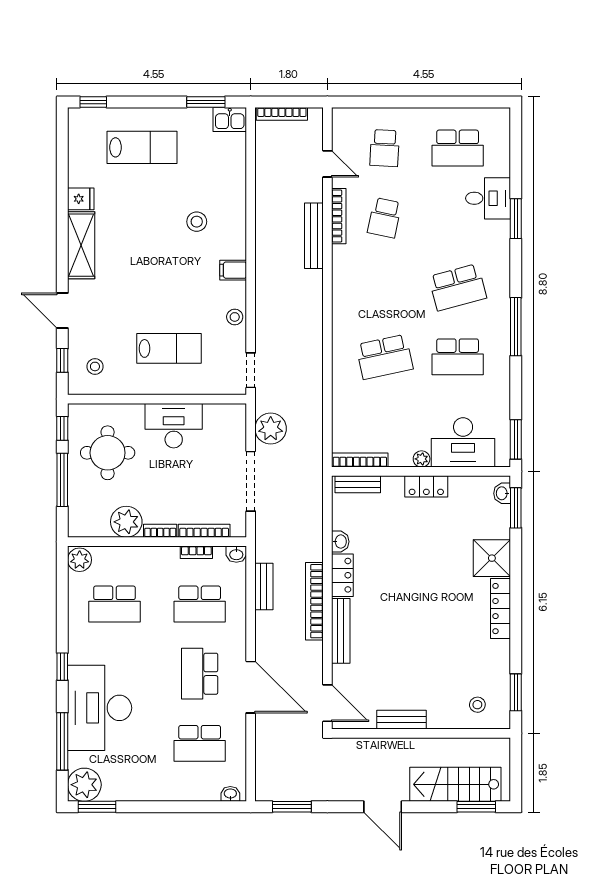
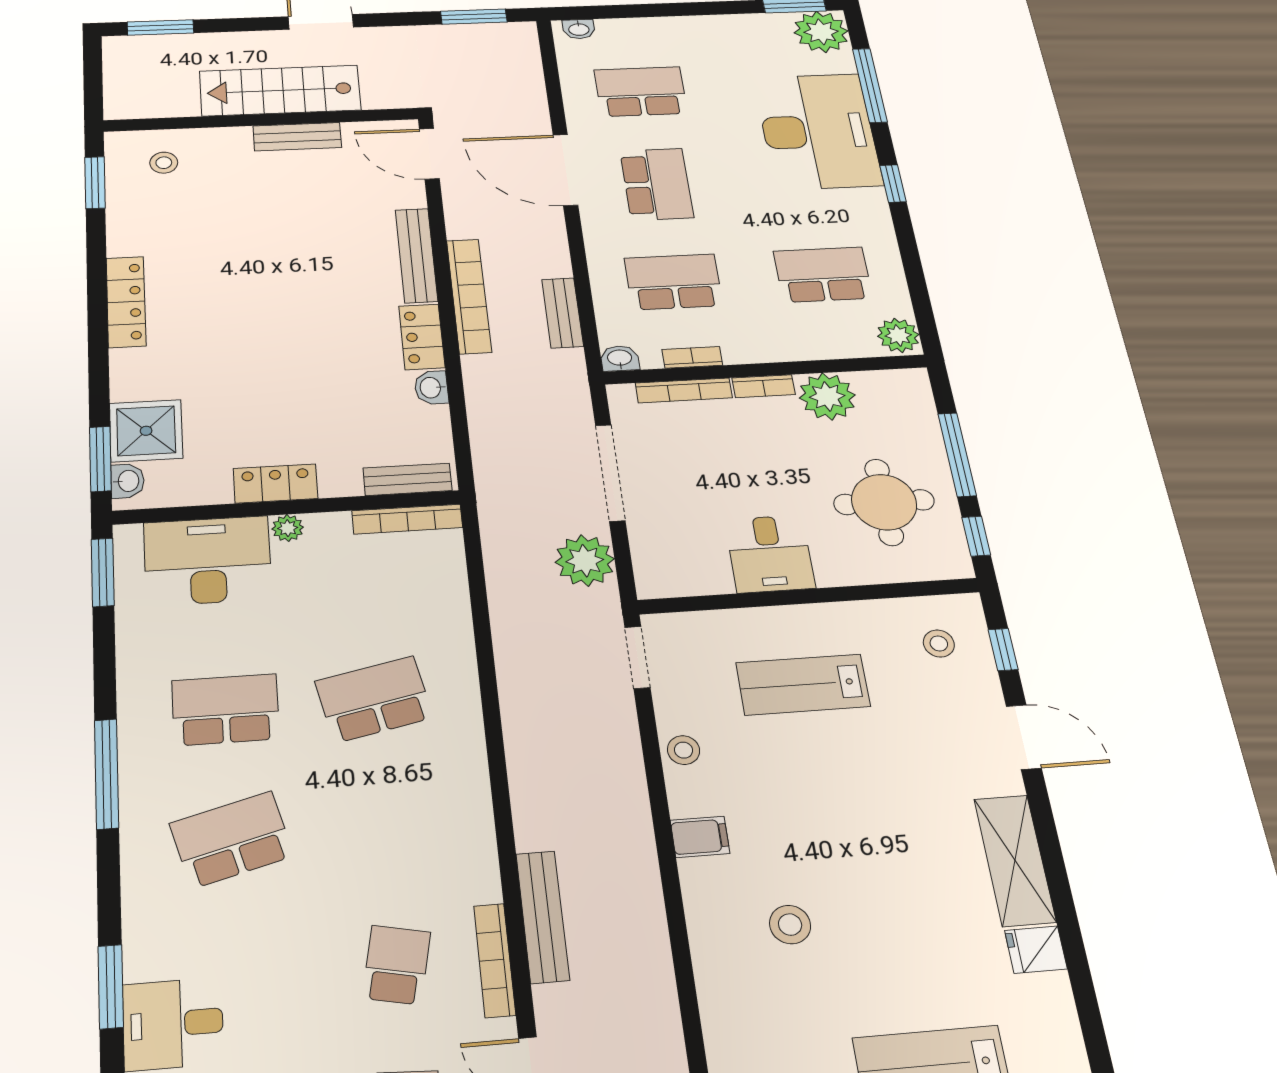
desk: (174, 426) -> (770, 554), width x0.73
shower: (492, 558) -> (146, 431), moved
stairs: (455, 784) -> (280, 91), moved, turned 180

